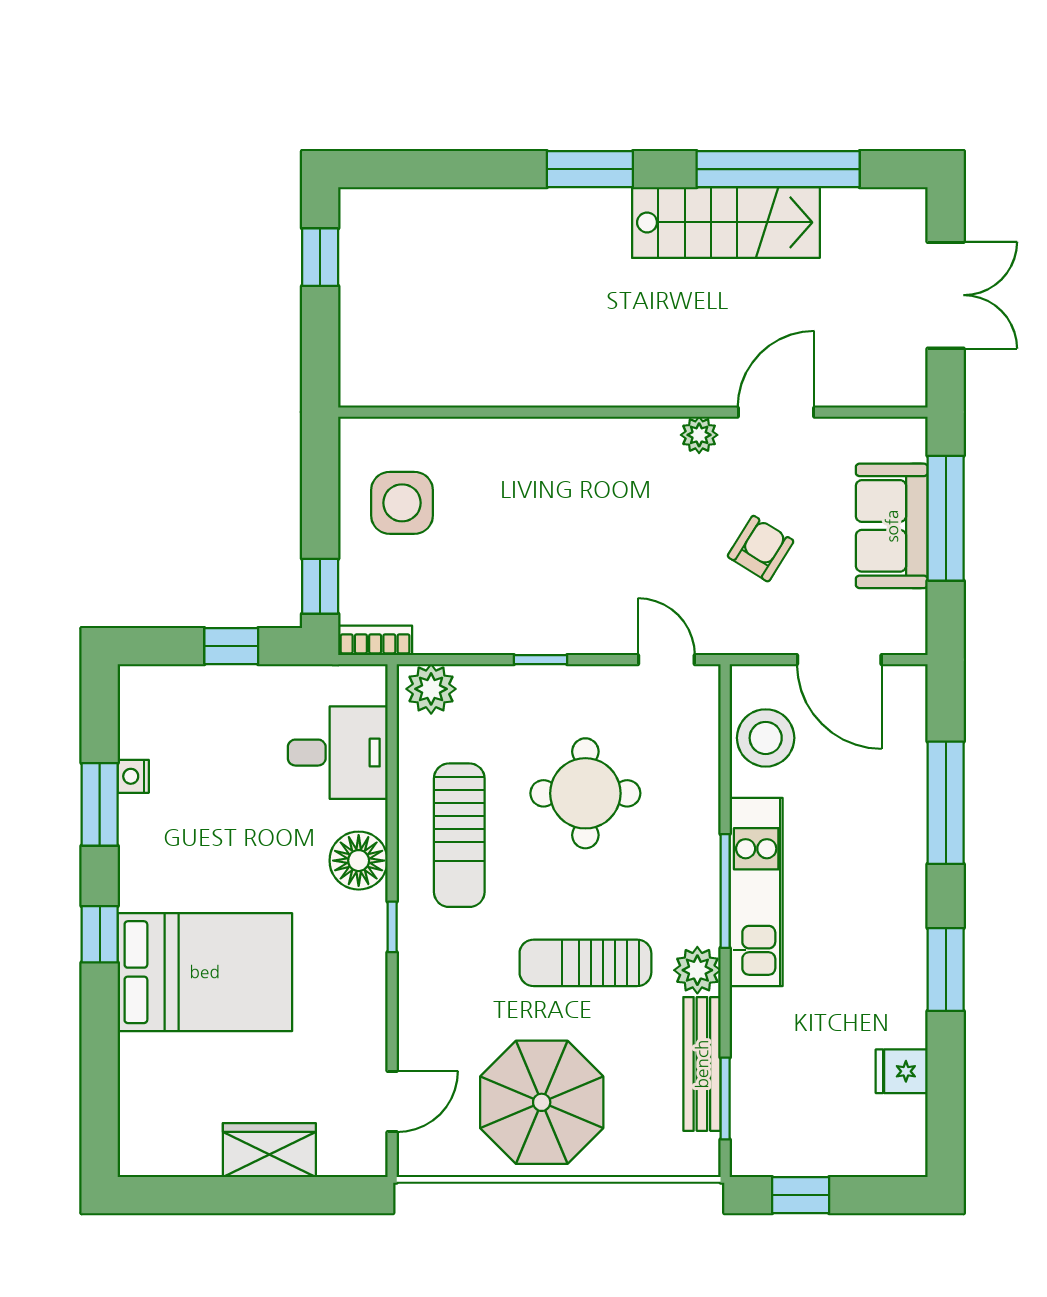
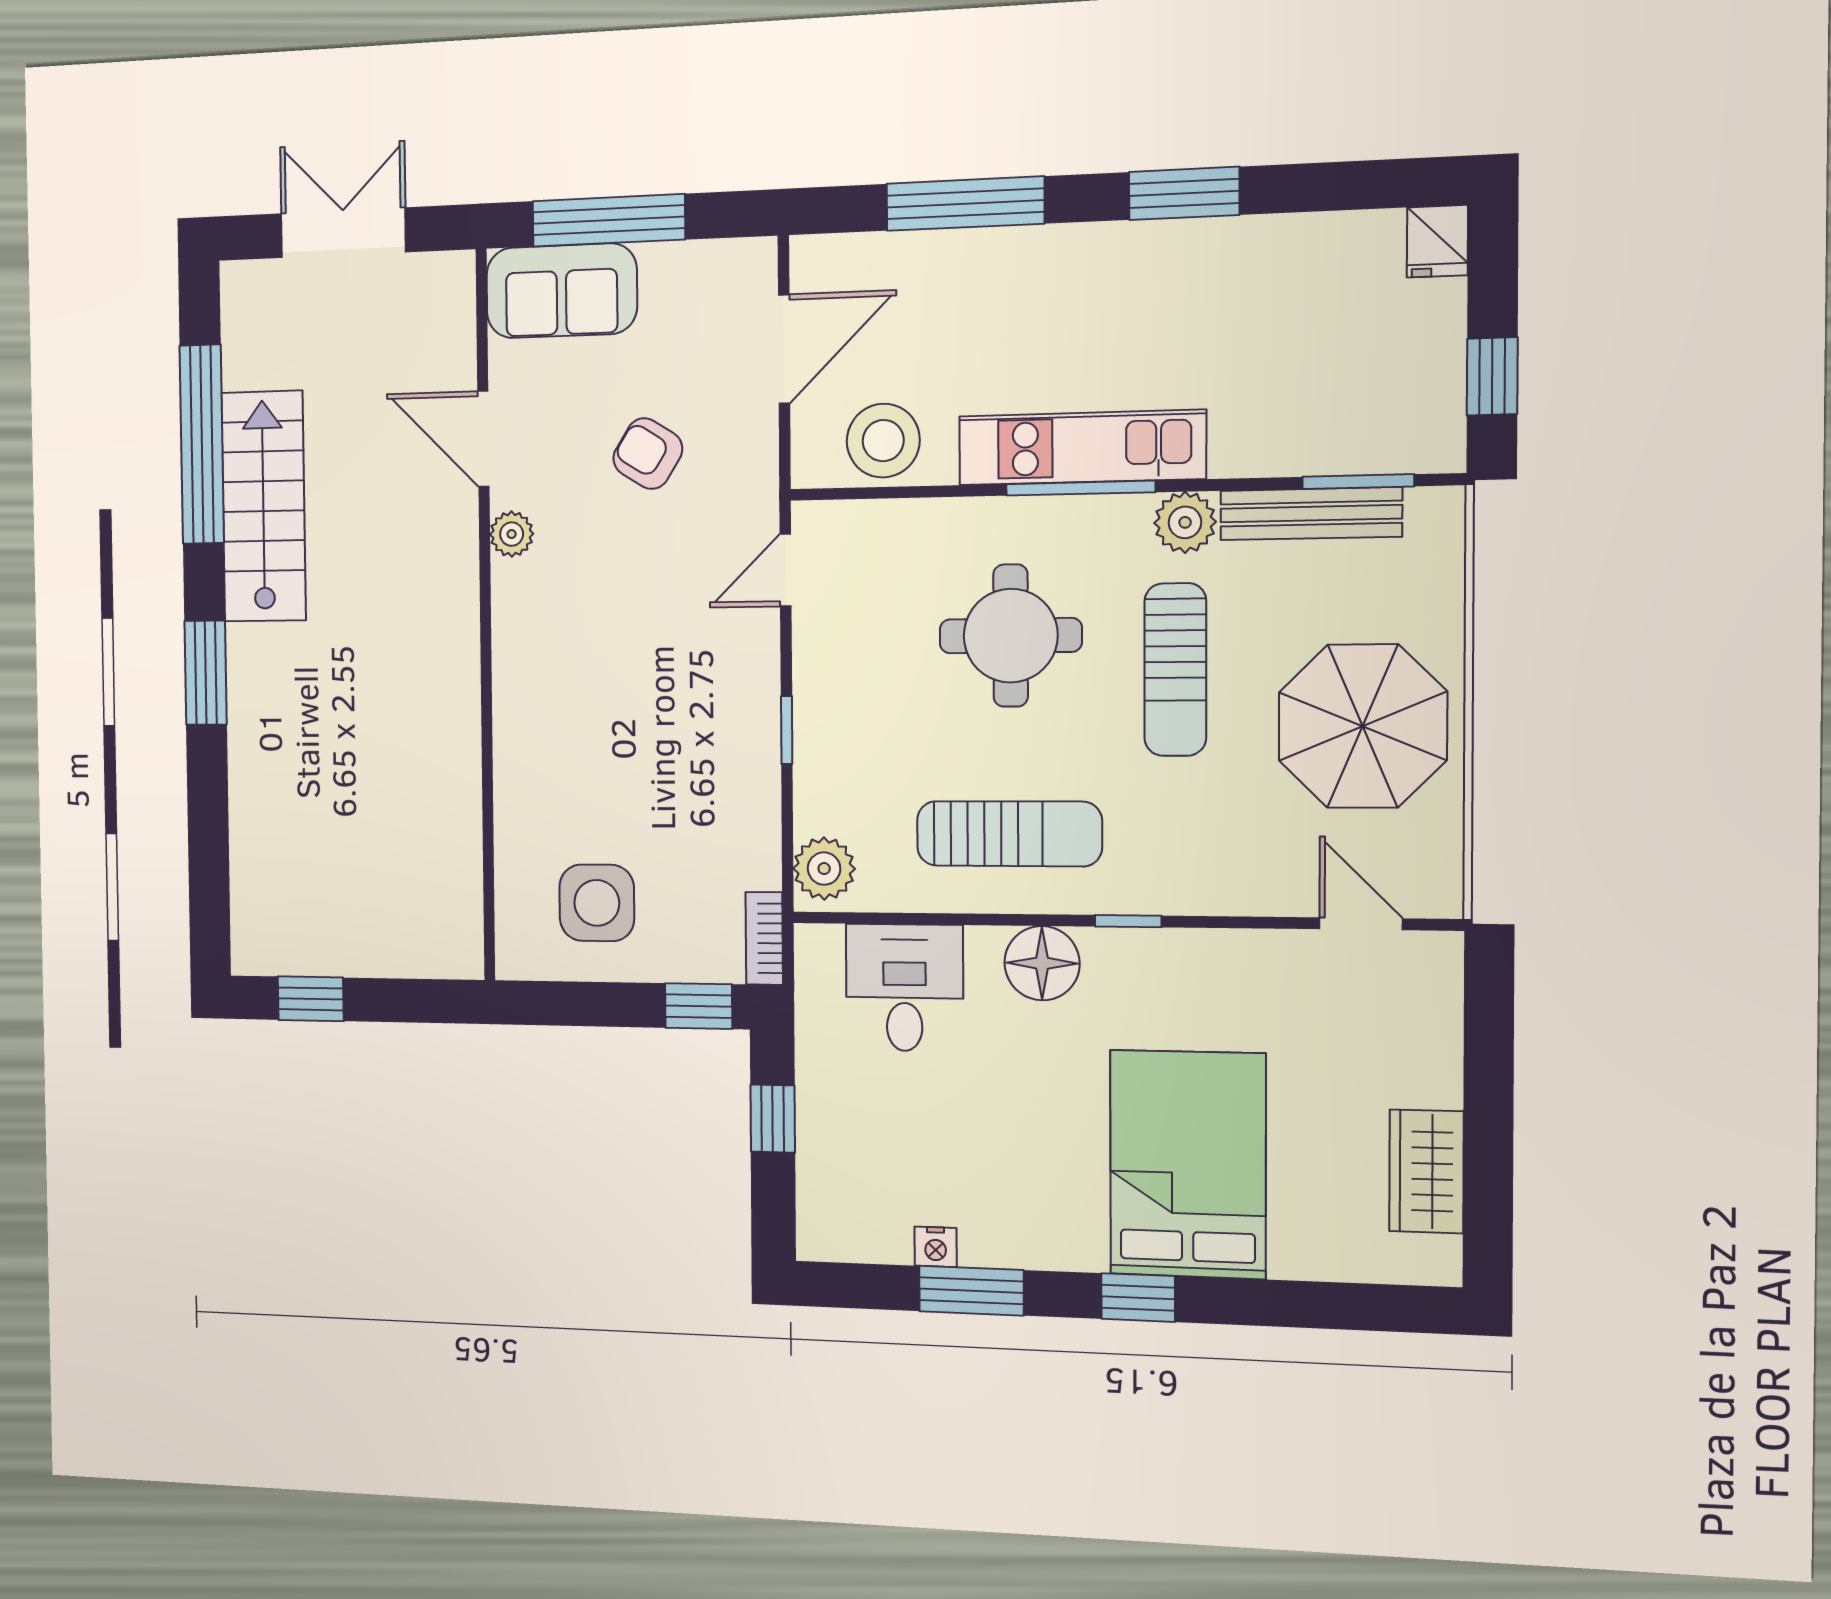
sofa: (892, 526) -> (561, 291), moved
round table: (585, 793) -> (1011, 636), moved
fridge: (902, 1071) -> (1437, 241), moved
wardrobe: (269, 1150) -> (1426, 1171), moved

